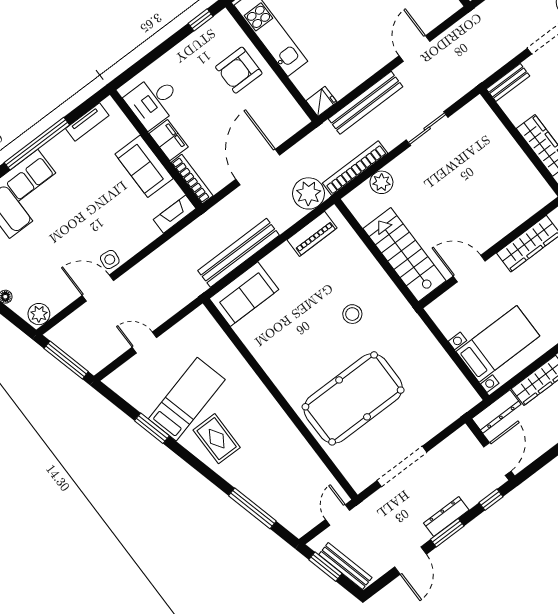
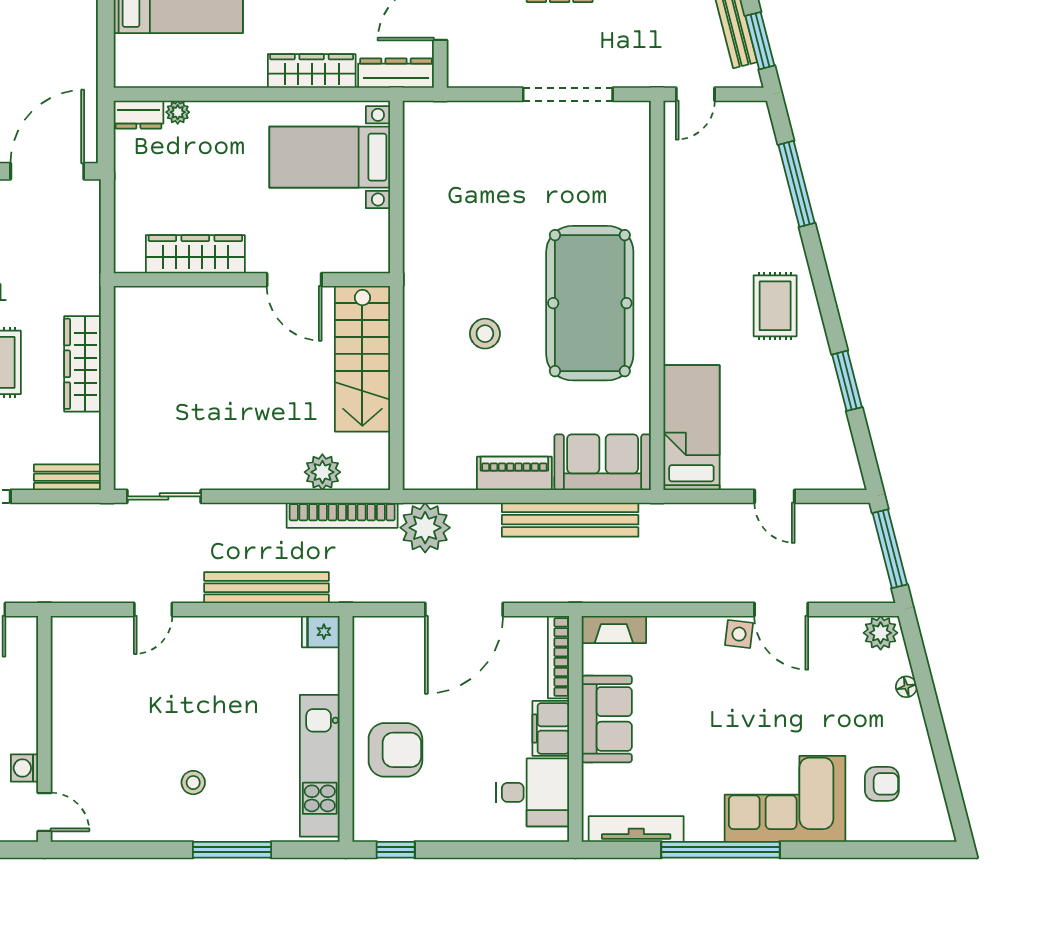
door: (414, 49) -> (153, 609), width x0.73
tv unit: (87, 122) -> (636, 829), width x1.41
sliding door: (427, 129) -> (164, 496), moved
piano: (312, 234) -> (514, 473), moved
pool table: (353, 398) -> (590, 303), moved, turned 90
bed: (187, 399) -> (691, 428), moved, turned 104

